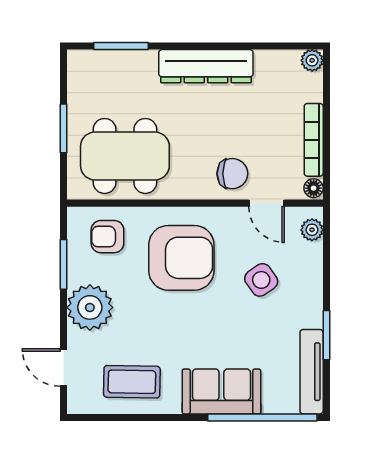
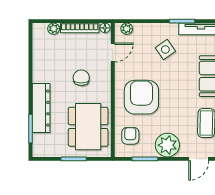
plant: (312, 60) -> (54, 29), moved
dresser: (206, 66) -> (41, 108), moved
chair: (232, 174) -> (81, 78), moved
armchair: (107, 237) -> (130, 136), turned 180
side table: (261, 280) -> (165, 50), moved

